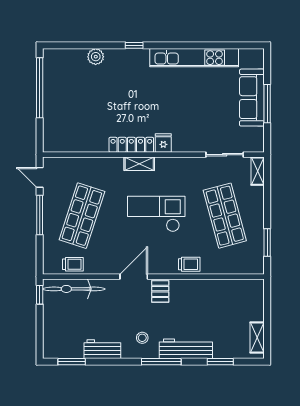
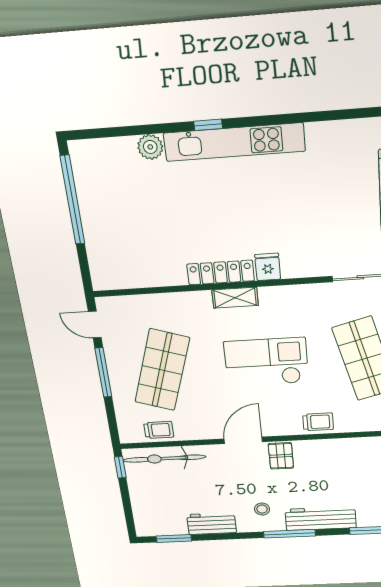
kitchen unit: (194, 58) -> (234, 142), moved

